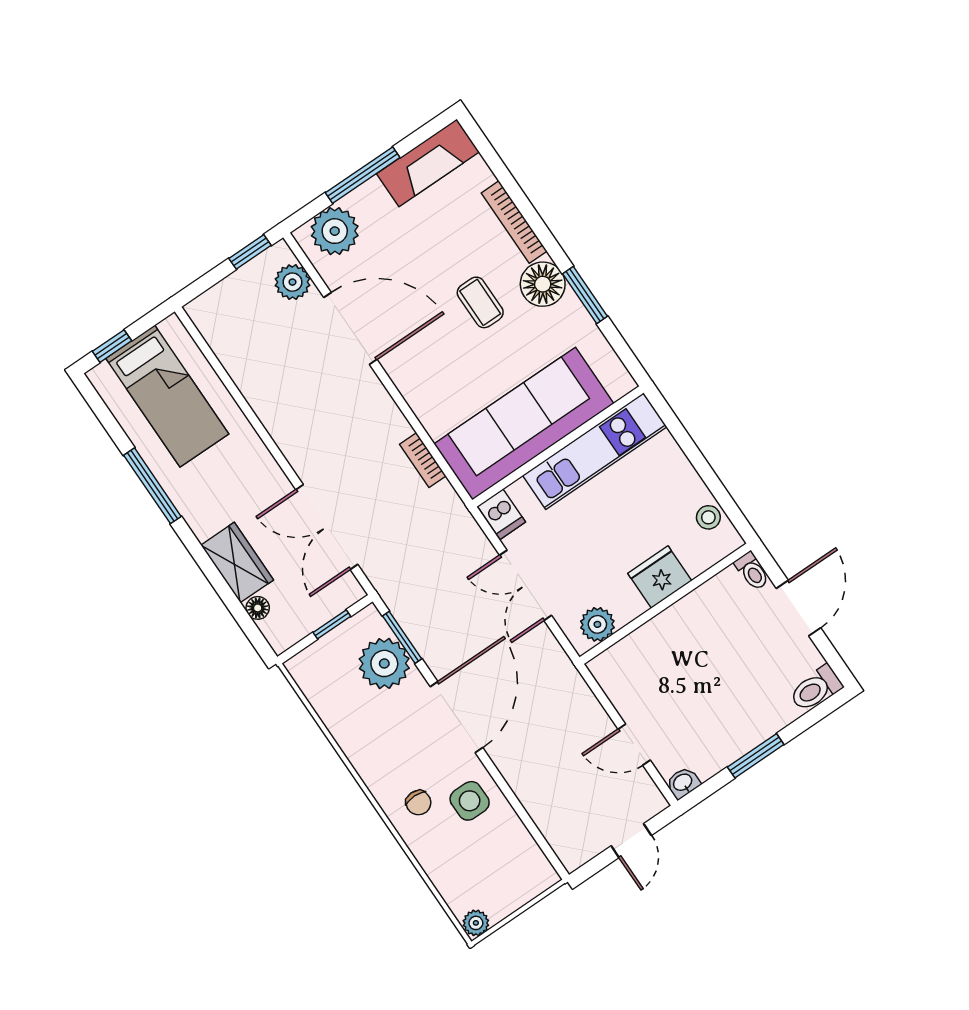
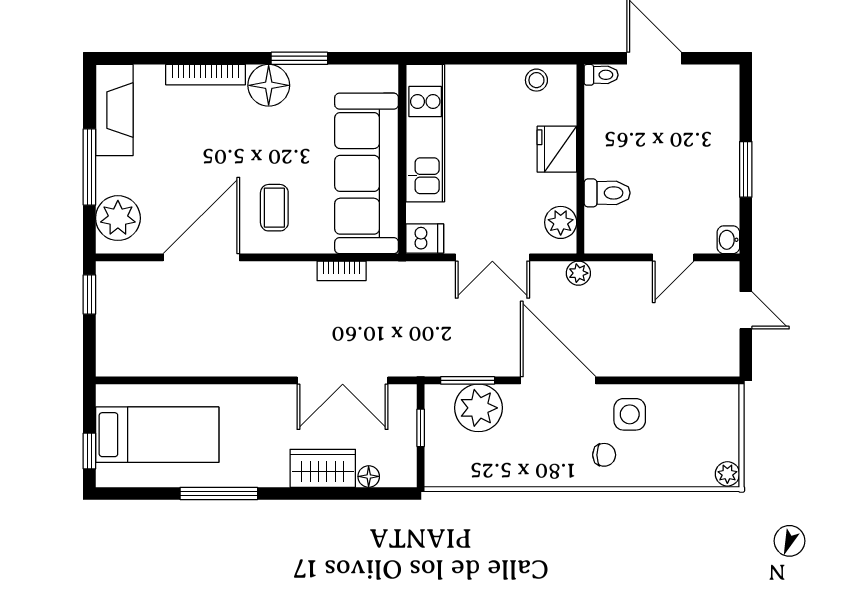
plant: (292, 282) -> (578, 273), moved, width x0.73, depth x0.73
coffee table: (480, 302) -> (274, 208), moved, turned 90
toilet: (816, 689) -> (607, 193), moved, turned -90

